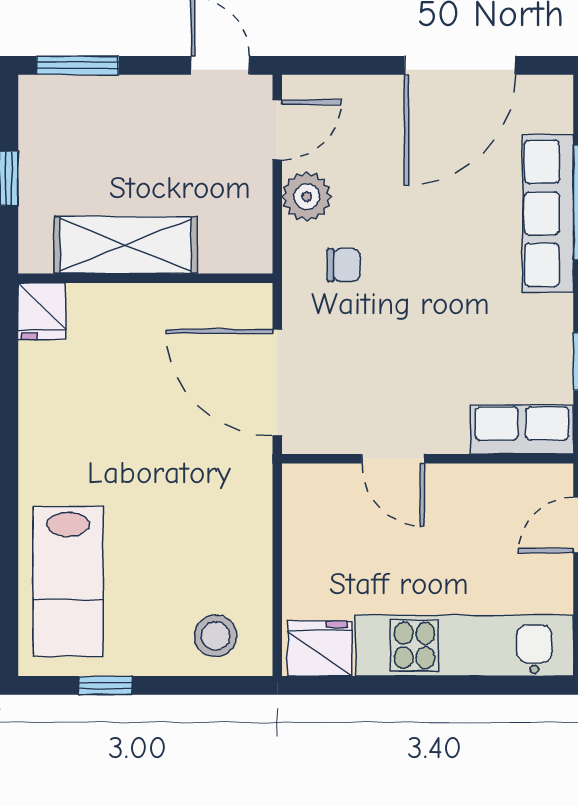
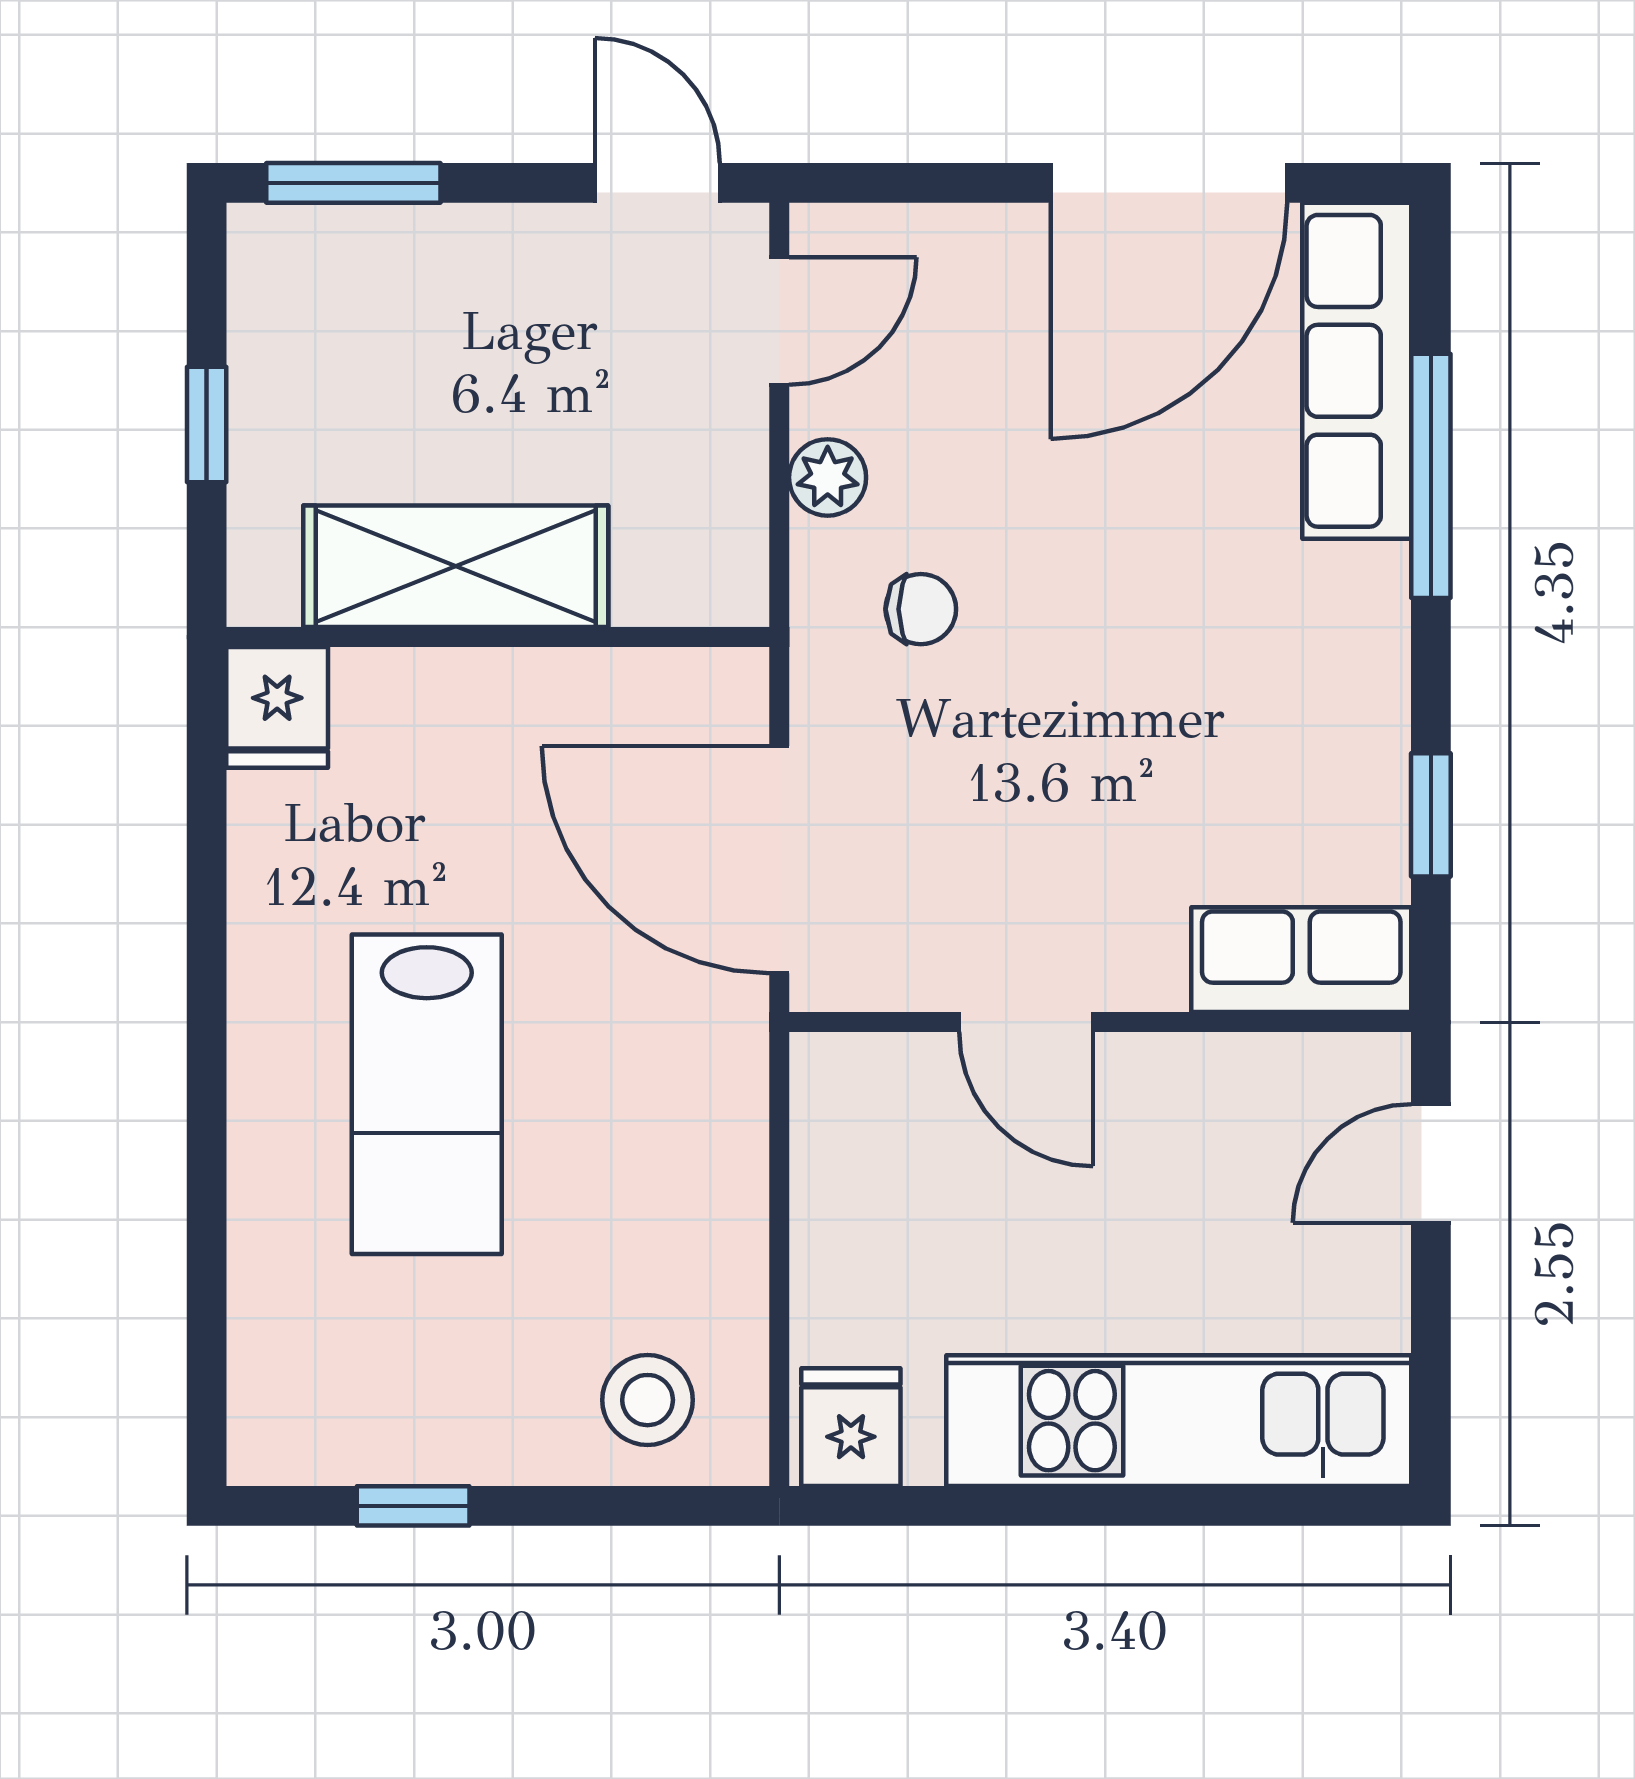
plant: (307, 197) -> (828, 477), width x0.73, depth x0.73
row of seats: (548, 213) -> (1357, 371), moved
lab bench: (68, 581) -> (427, 1094), moved
fridge: (320, 649) -> (851, 1427), width x0.72

